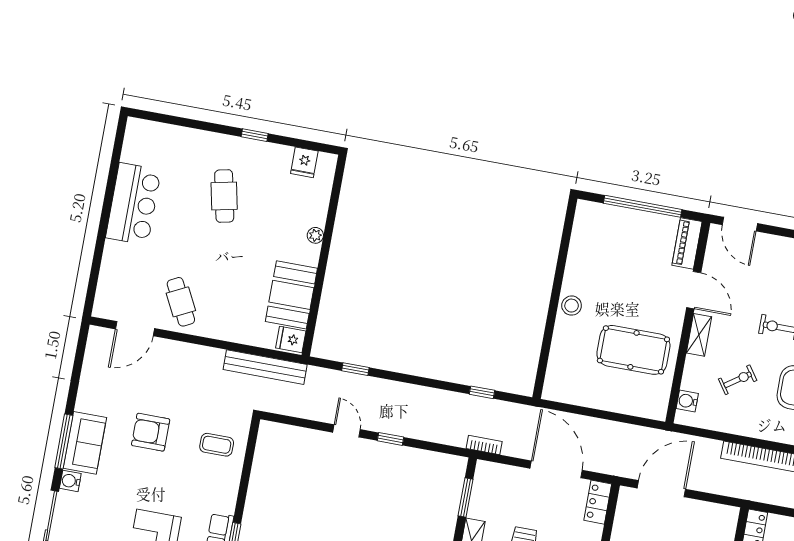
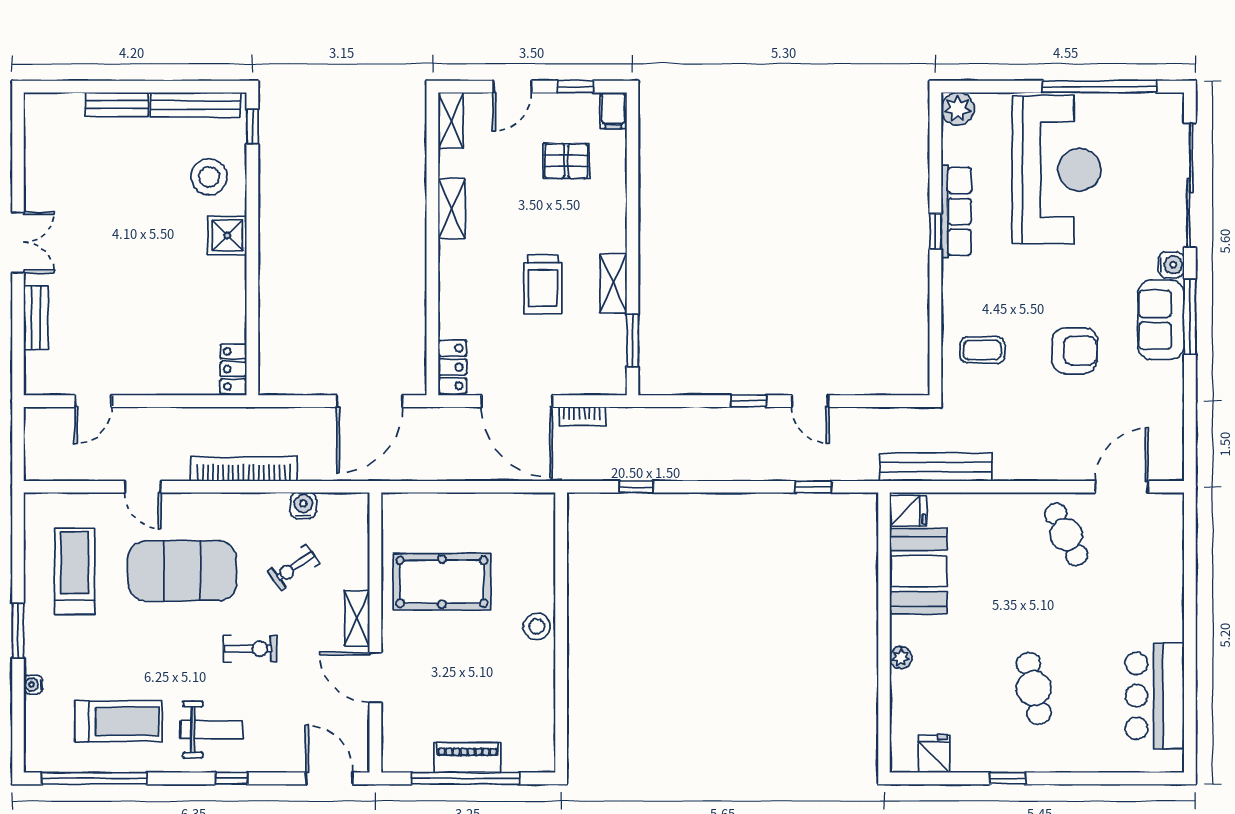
bar counter: (133, 204) -> (1155, 696), moved
piano: (687, 243) -> (467, 758), moved, turned -90
water cooler: (687, 401) -> (303, 506), moved, turned -90
bookcase: (484, 445) -> (582, 416), moved

